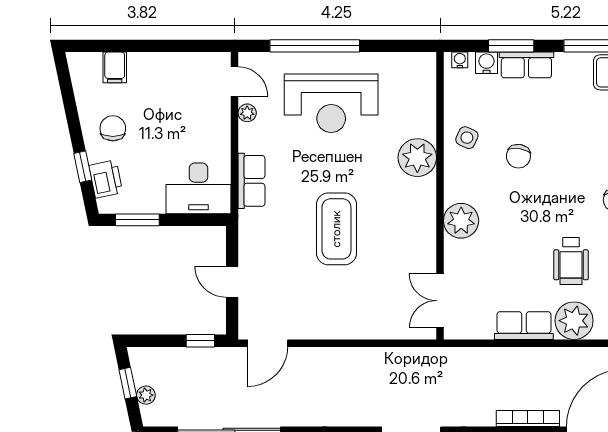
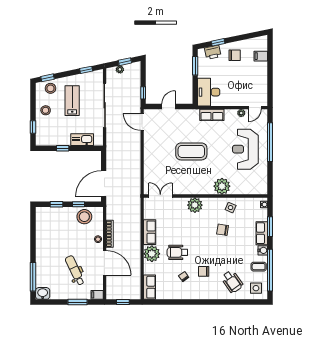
water cooler: (486, 63) -> (263, 250), moved

